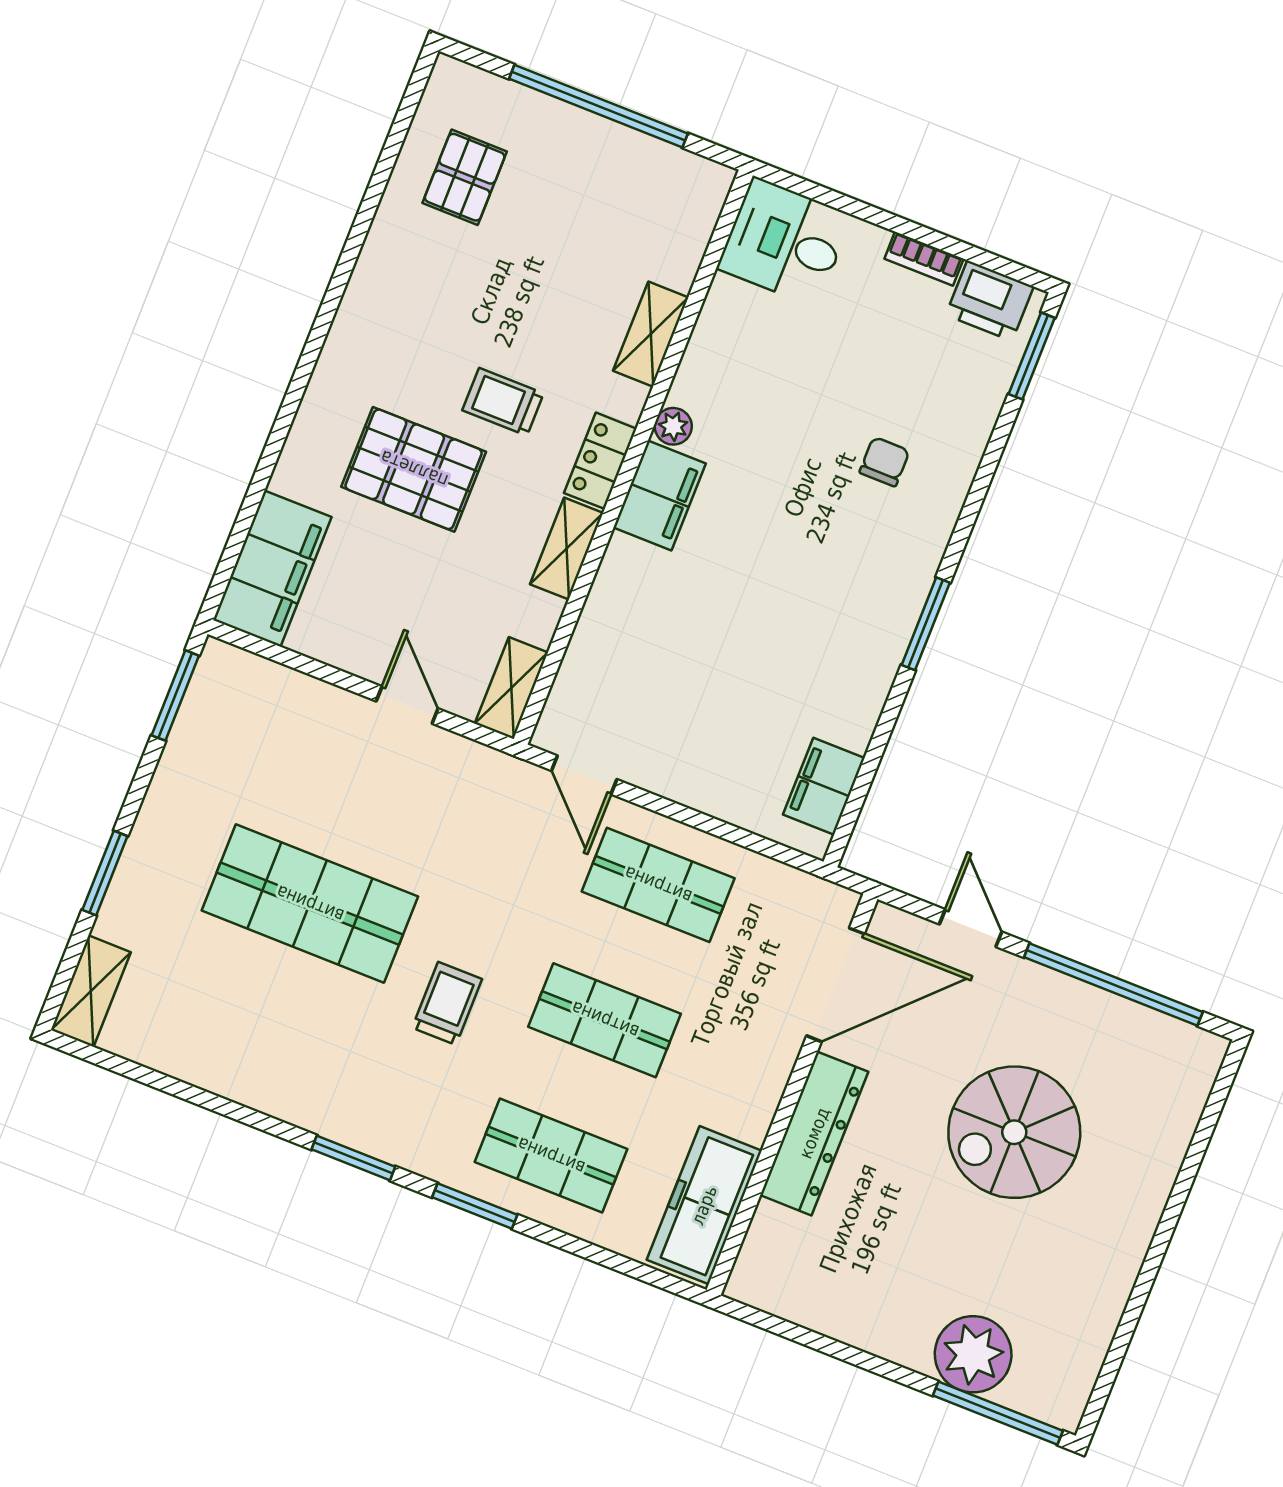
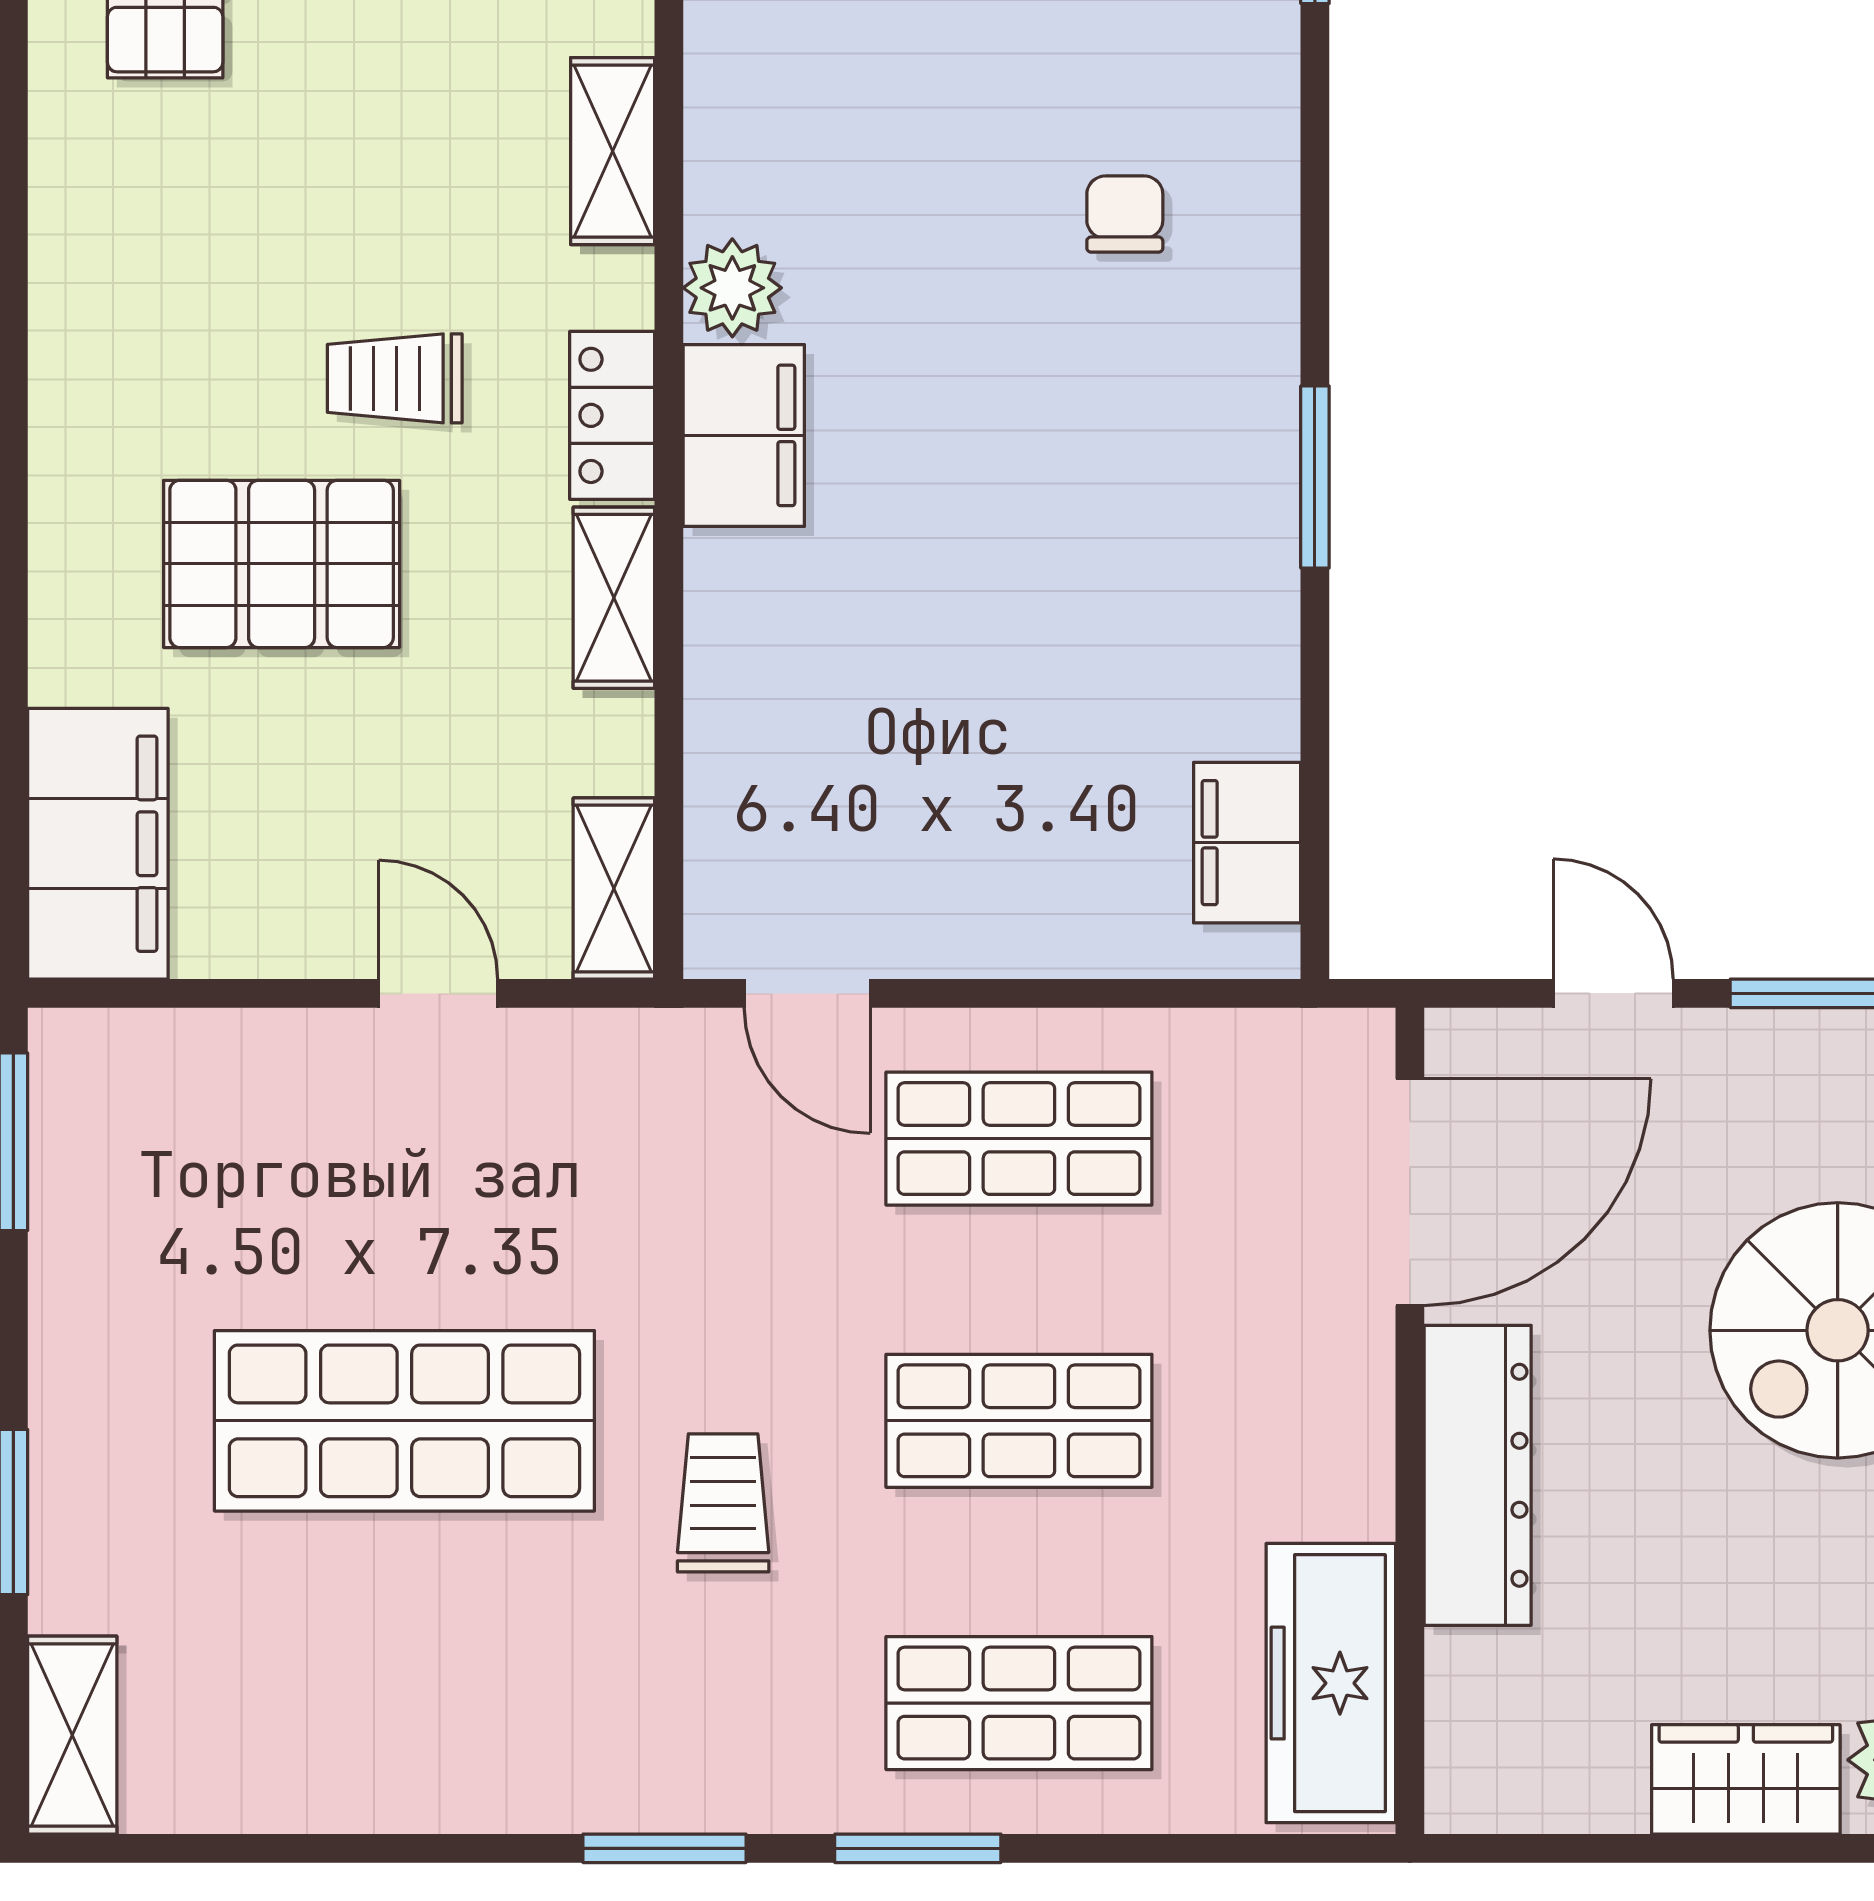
plant: (673, 426) -> (732, 288), width x1.38, depth x1.38
wardrobe: (885, 1330) -> (1746, 1779), added

